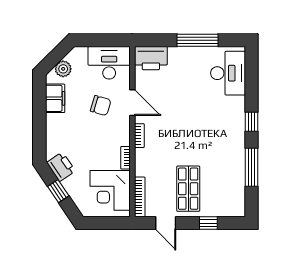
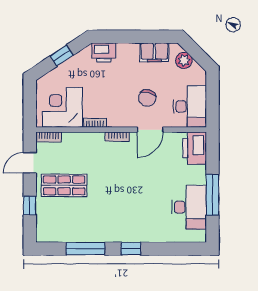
desk: (228, 73) -> (189, 207), moved, turned -90
printer: (61, 167) -> (104, 53), moved, turned 34
bookcase: (140, 197) -> (49, 137), width x0.64

